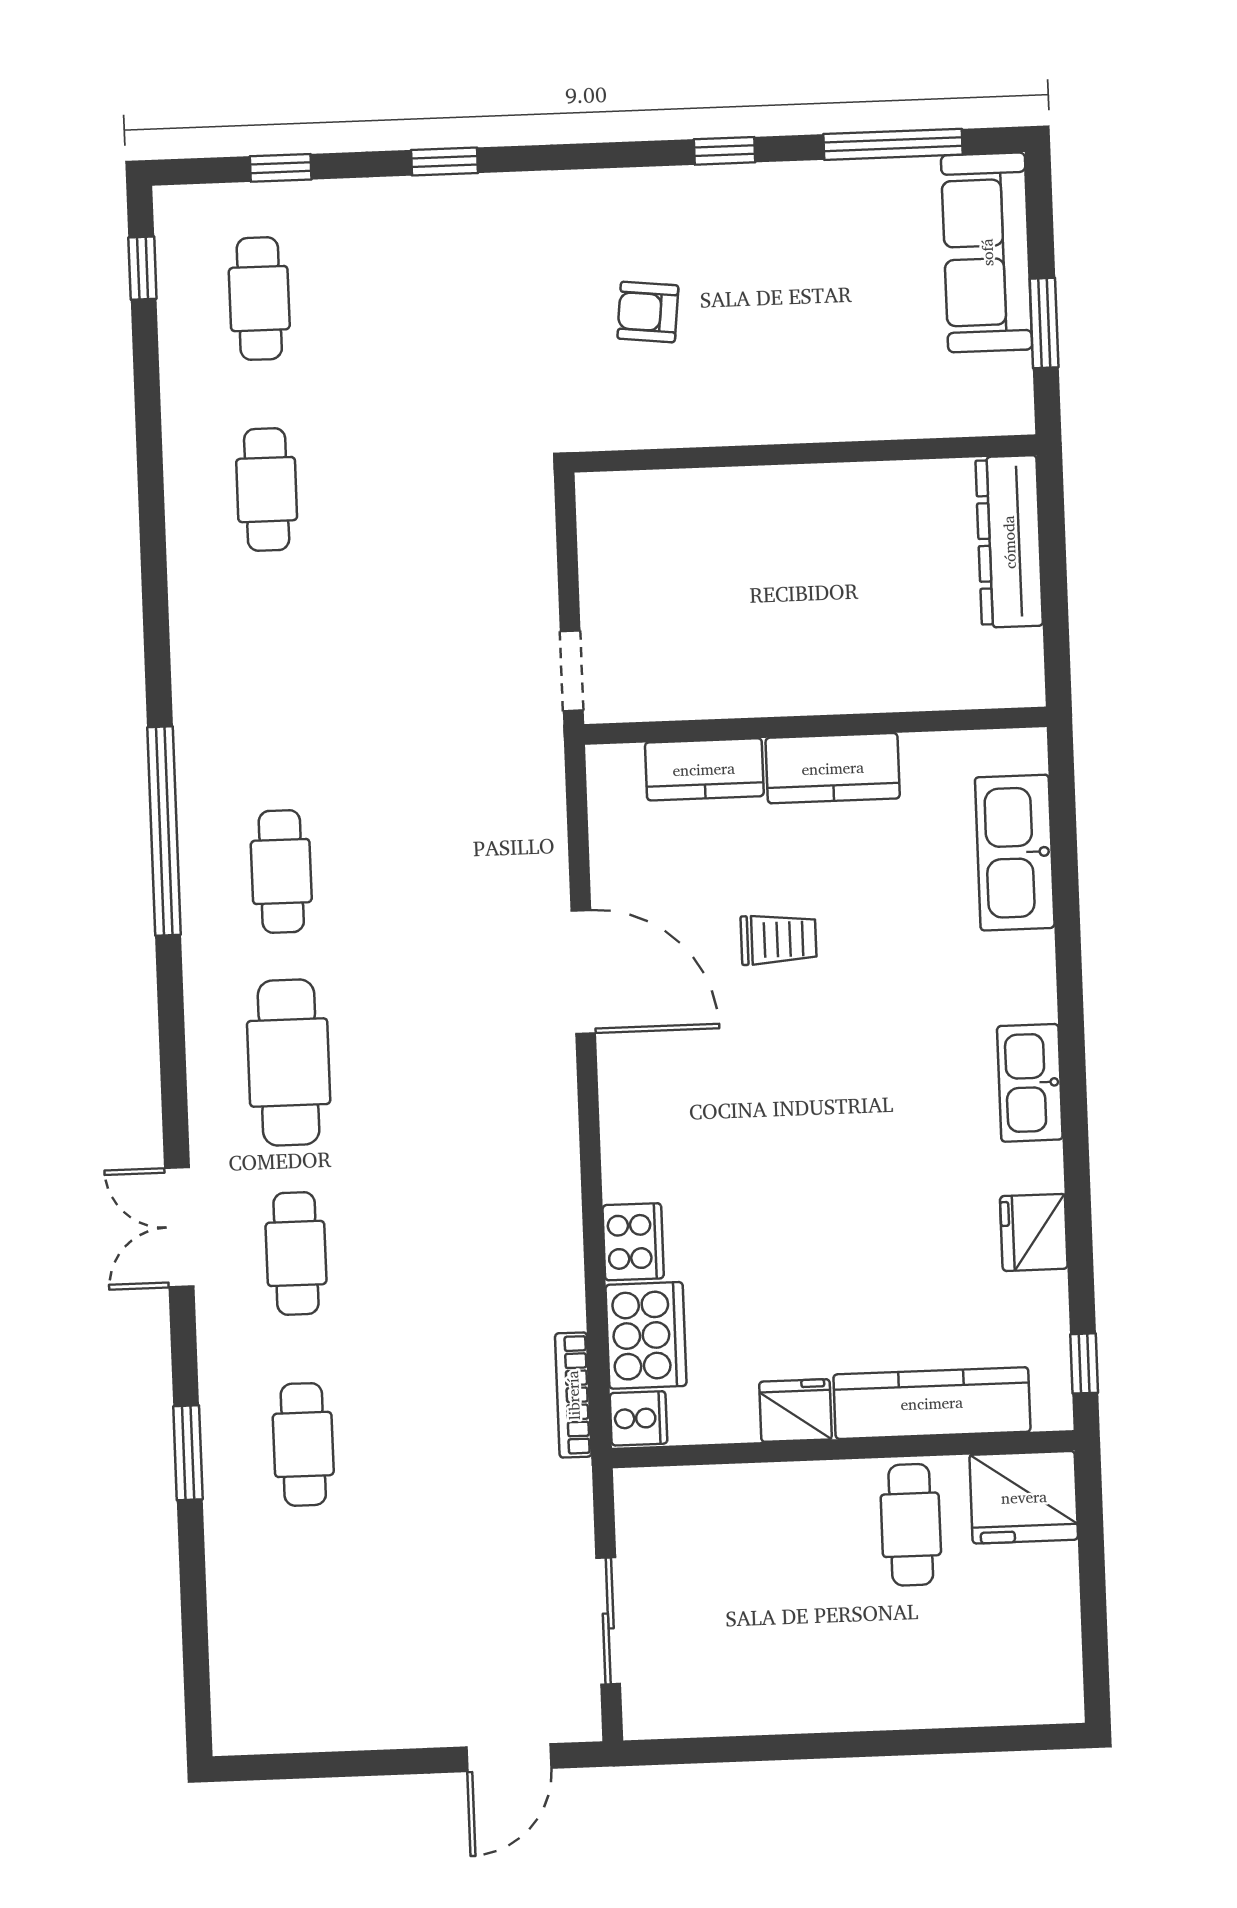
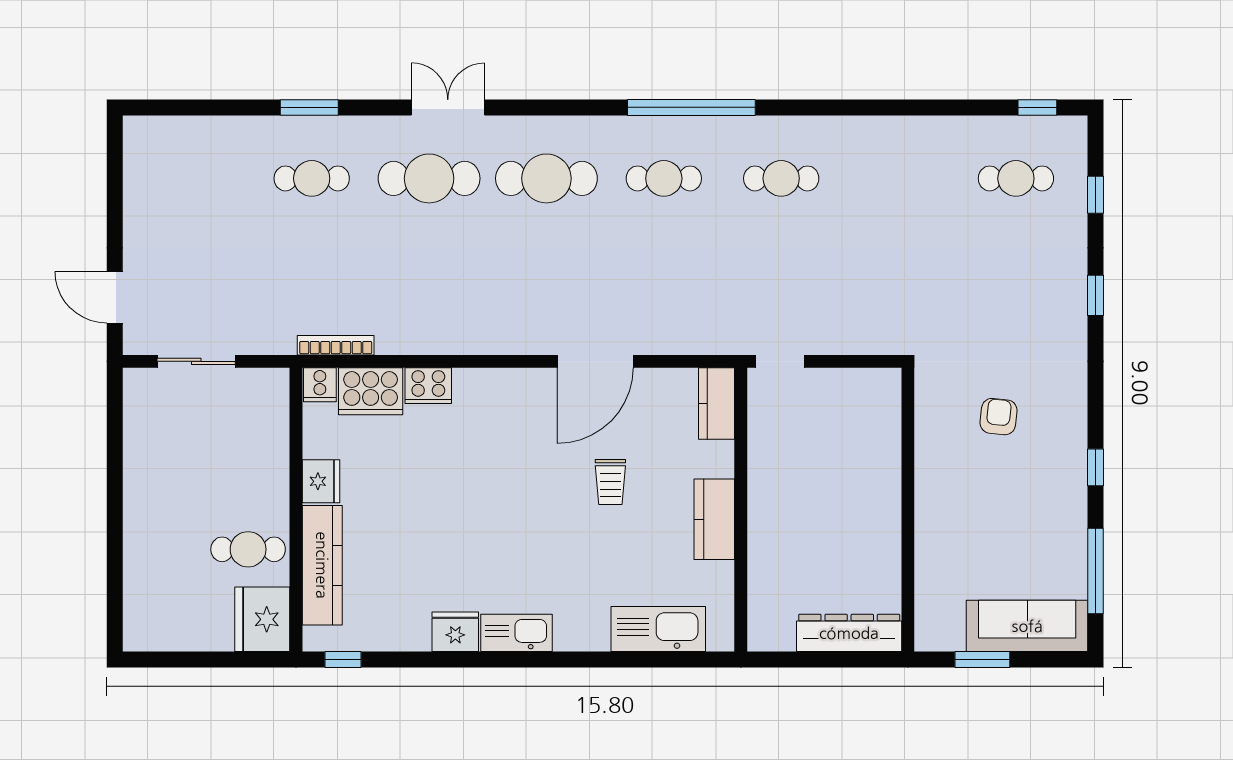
cafe table: (267, 490) -> (781, 178), moved
kitchen counter: (704, 769) -> (717, 403), moved
fridge: (1034, 1232) -> (455, 632), moved
cafe table: (296, 1253) -> (429, 178), width x1.37, depth x1.35

